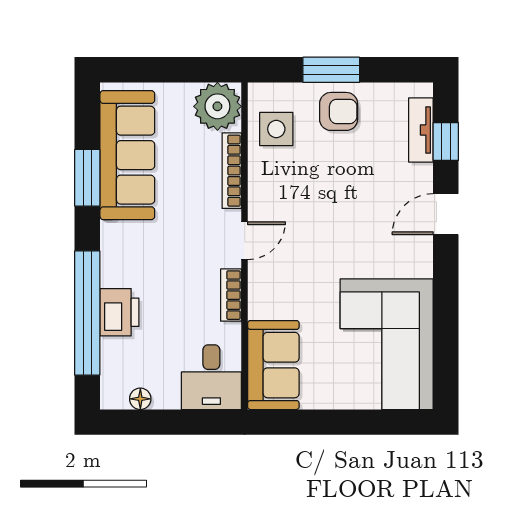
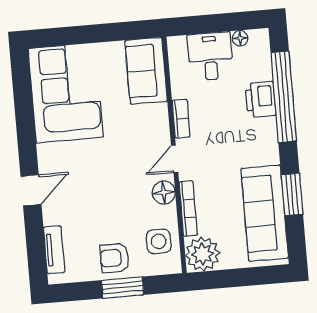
window: (446, 142) -> (35, 243), removed
floor lamp: (263, 195) -> (164, 193), added
desk: (211, 377) -> (210, 56), moved

